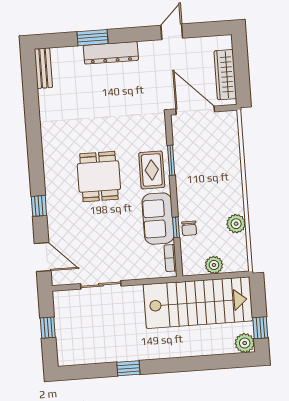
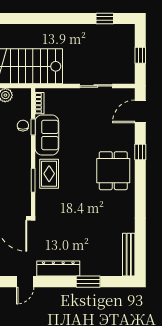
dresser: (111, 53) -> (58, 269), moved
bench: (43, 68) -> (129, 255), width x1.36
dining table: (99, 177) -> (113, 171), moved
door: (43, 257) -> (140, 111), hinge flipped
window: (128, 368) -> (105, 18), moved

